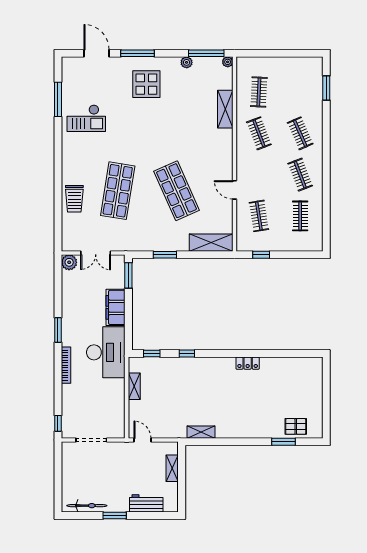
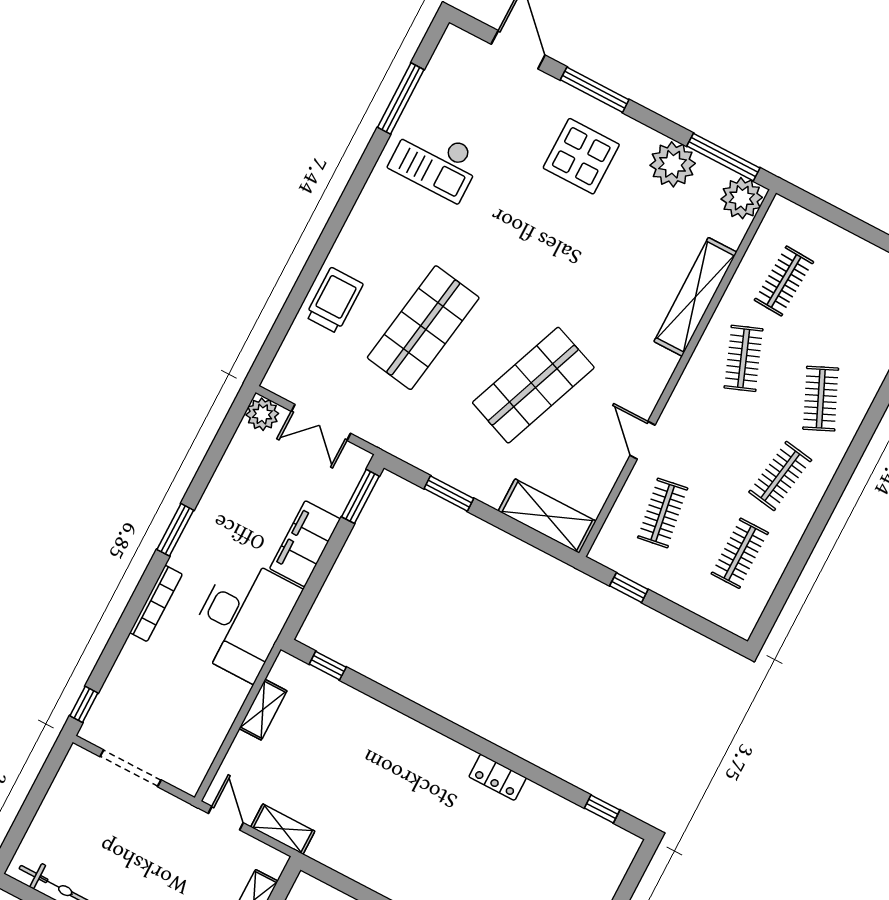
plant: (187, 62) -> (673, 164), width x1.88, depth x1.88
plant: (228, 62) -> (742, 198), width x1.88, depth x1.88
shelving: (225, 109) -> (695, 297), width x1.47
clothes rail: (300, 175) -> (780, 476), turned 30
shop shelf: (177, 191) -> (533, 385), turned 45
trolley: (74, 199) -> (334, 300), turned 180
window: (187, 354) -> (602, 809), moved
shelving: (201, 432) -> (283, 829), moved

